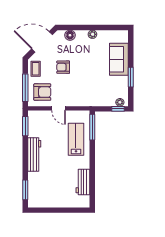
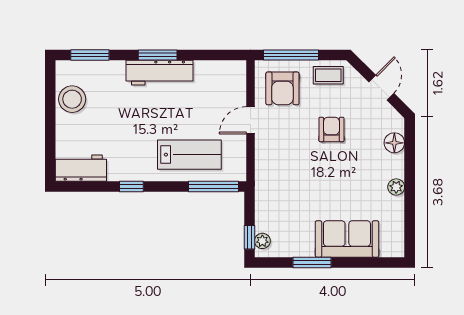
door: (42, 42) -> (381, 88), width x0.53
window: (25, 126) -> (158, 55), moved
window: (92, 169) -> (131, 186), added
workbench: (83, 182) -> (81, 168), moved
stool: (48, 199) -> (72, 99), added

